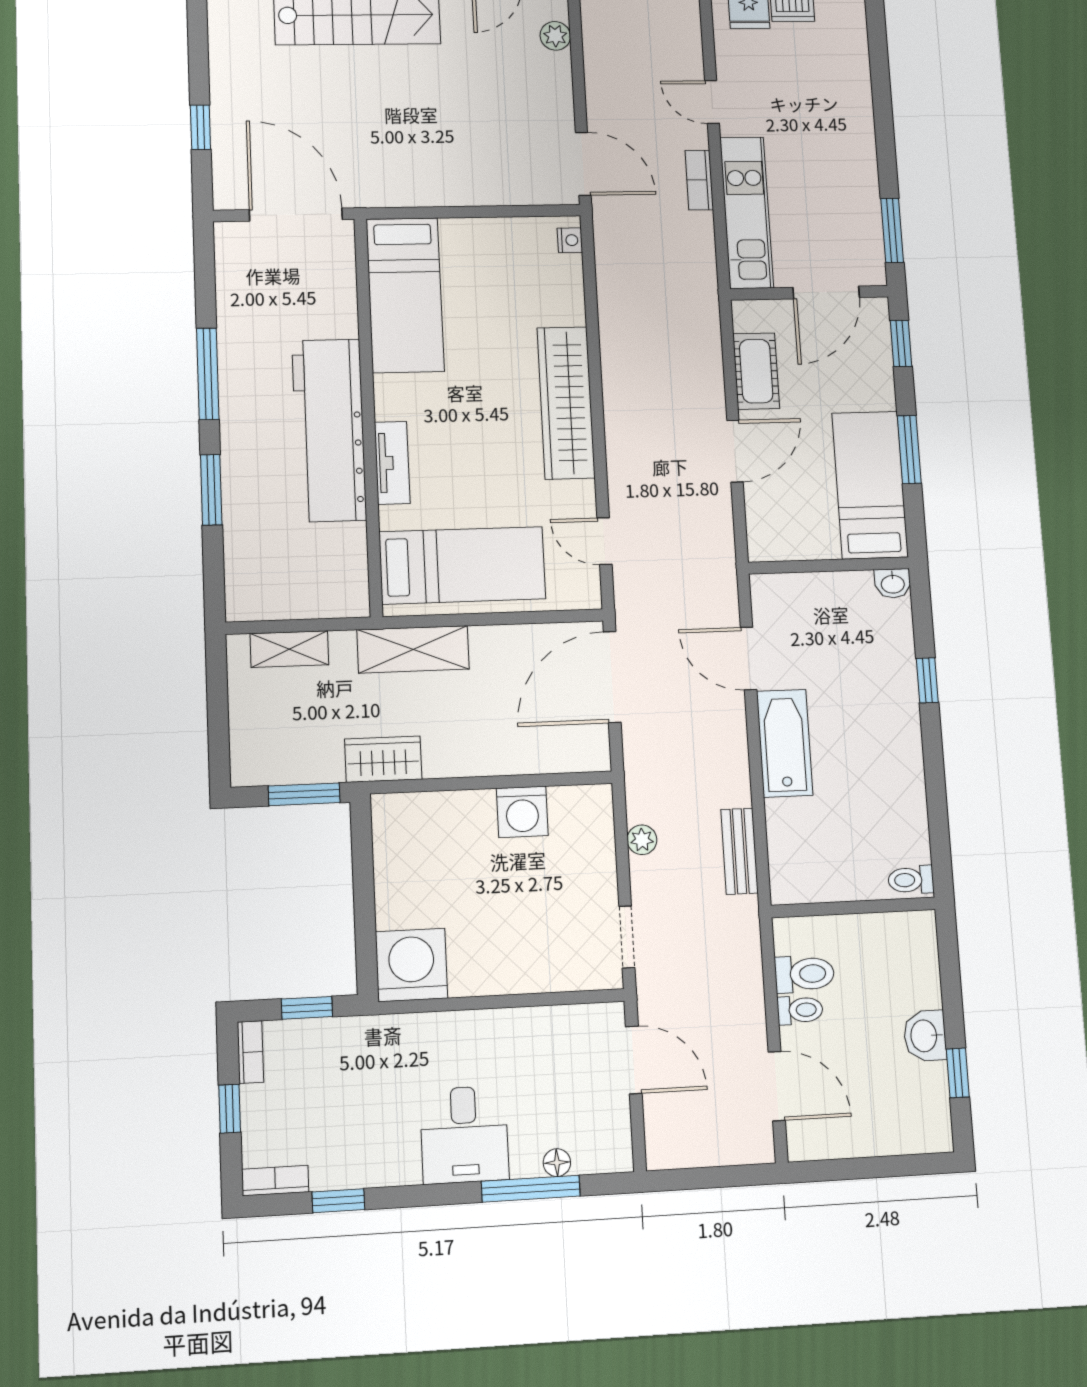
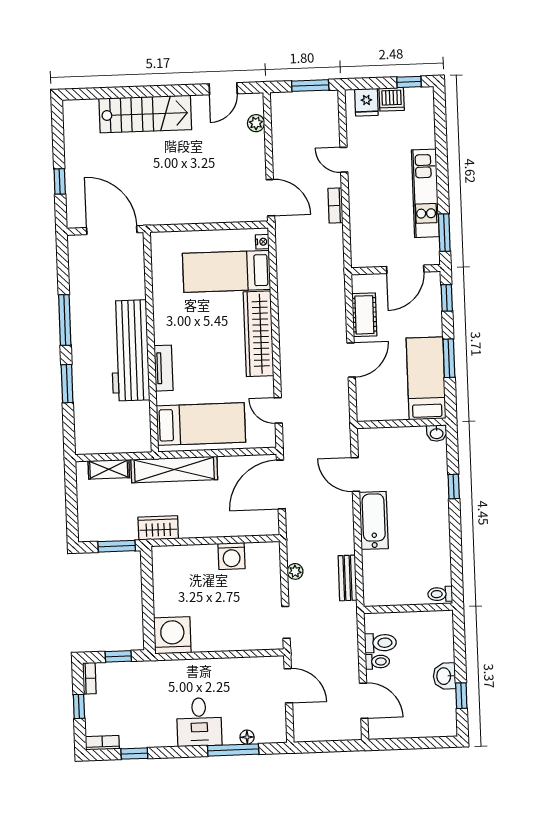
kitchen unit: (747, 213) -> (425, 193), moved, turned 180
bed: (405, 295) -> (227, 271), moved, turned 90
shelving: (413, 649) -> (174, 469), width x1.47

